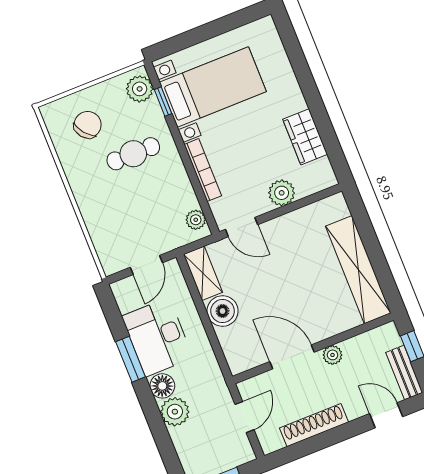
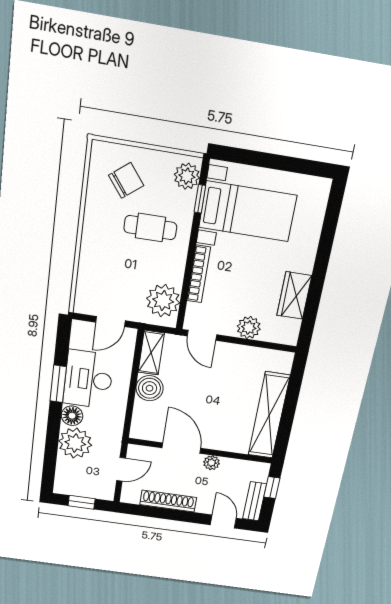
plant: (196, 220) -> (163, 301), width x1.87, depth x1.87
plant: (175, 412) -> (75, 443), width x1.36, depth x1.36

